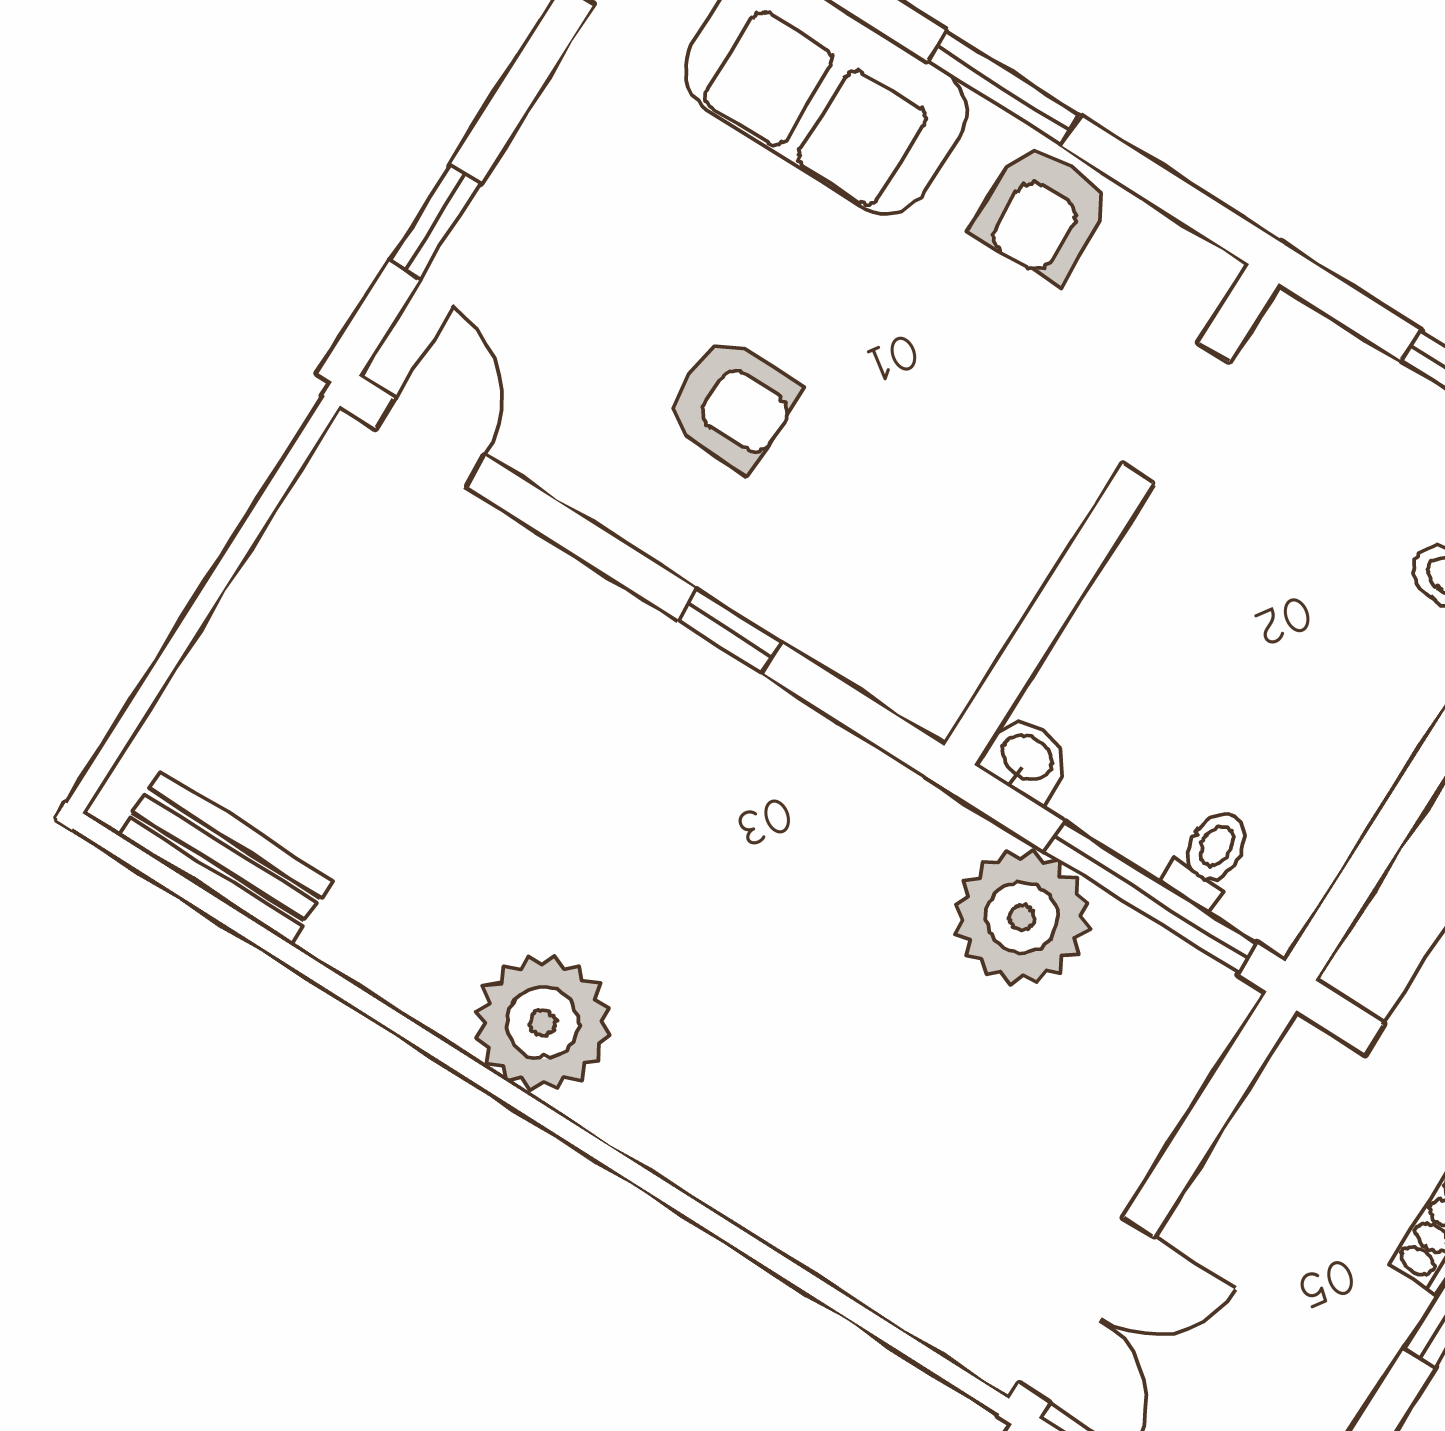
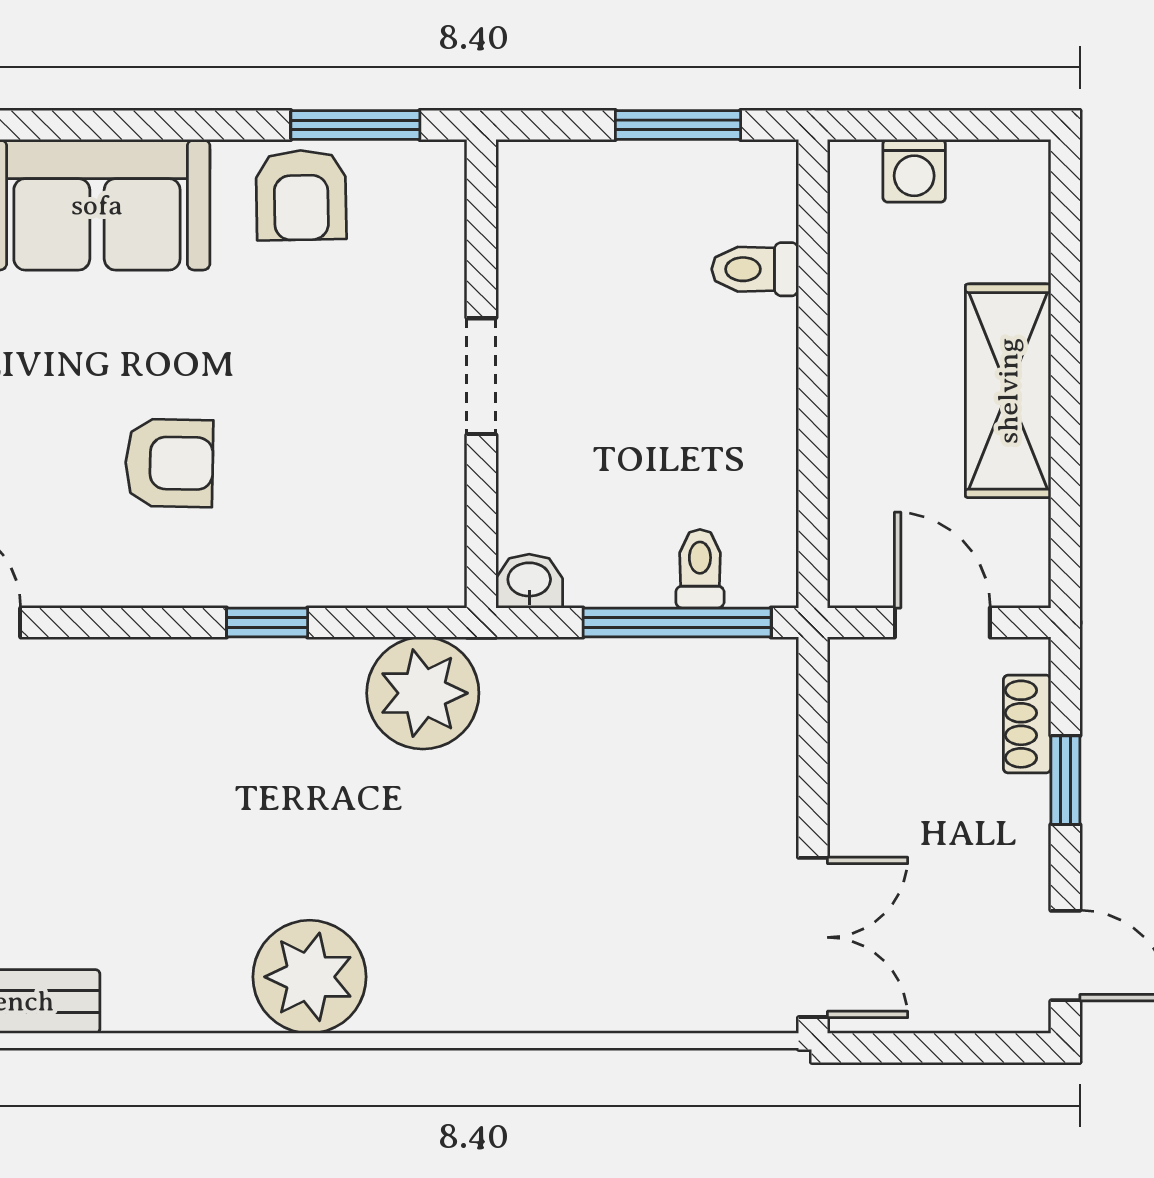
window: (1004, 88) -> (355, 125), moved
doorway: (1176, 413) -> (481, 376), moved
plant: (1022, 917) -> (423, 693), moved

